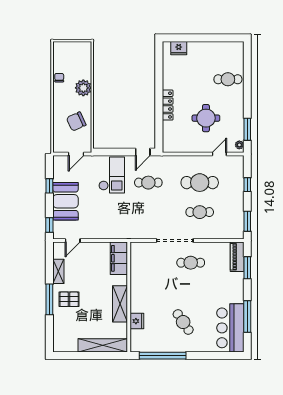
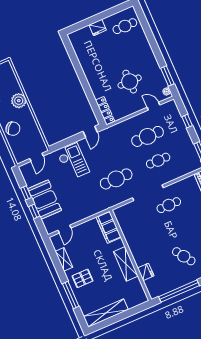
fridge: (179, 48) -> (98, 27), moved
cafe table: (228, 79) -> (125, 26), moved
locker: (168, 105) -> (105, 111), moved
chair: (76, 121) -> (13, 129), moved, turned -116
door: (219, 154) -> (153, 106), hinge flipped
cafe table: (148, 183) -> (116, 179), moved, width x1.37, depth x1.35
window: (49, 225) -> (34, 211), moved
window: (49, 299) -> (71, 295), moved
shelving: (103, 345) -> (106, 313), moved

